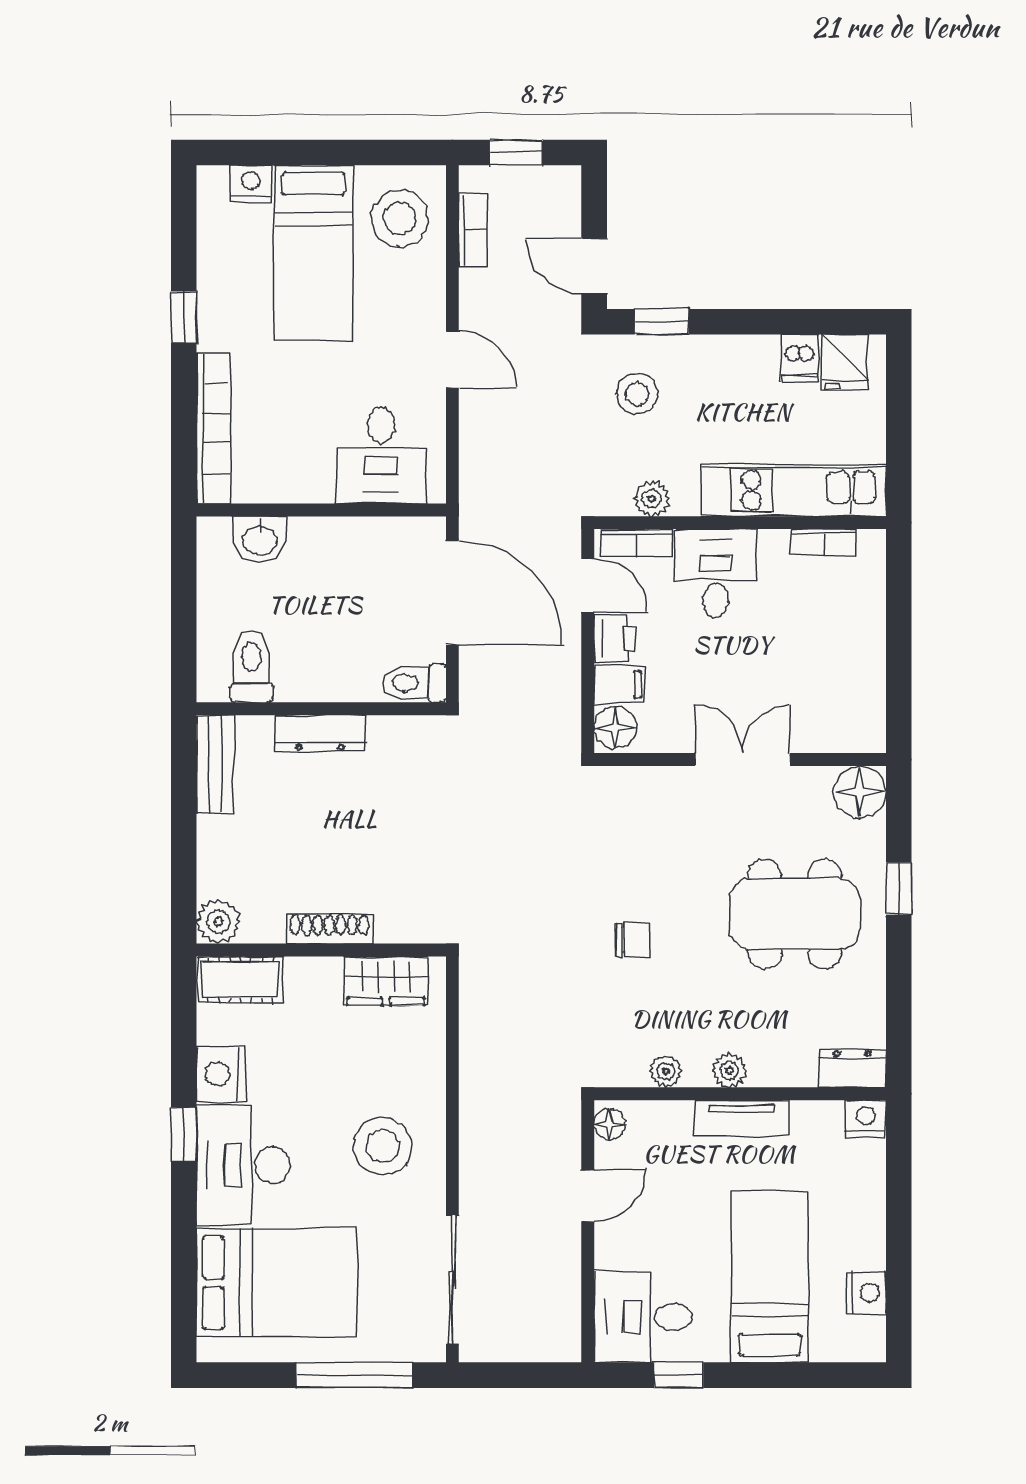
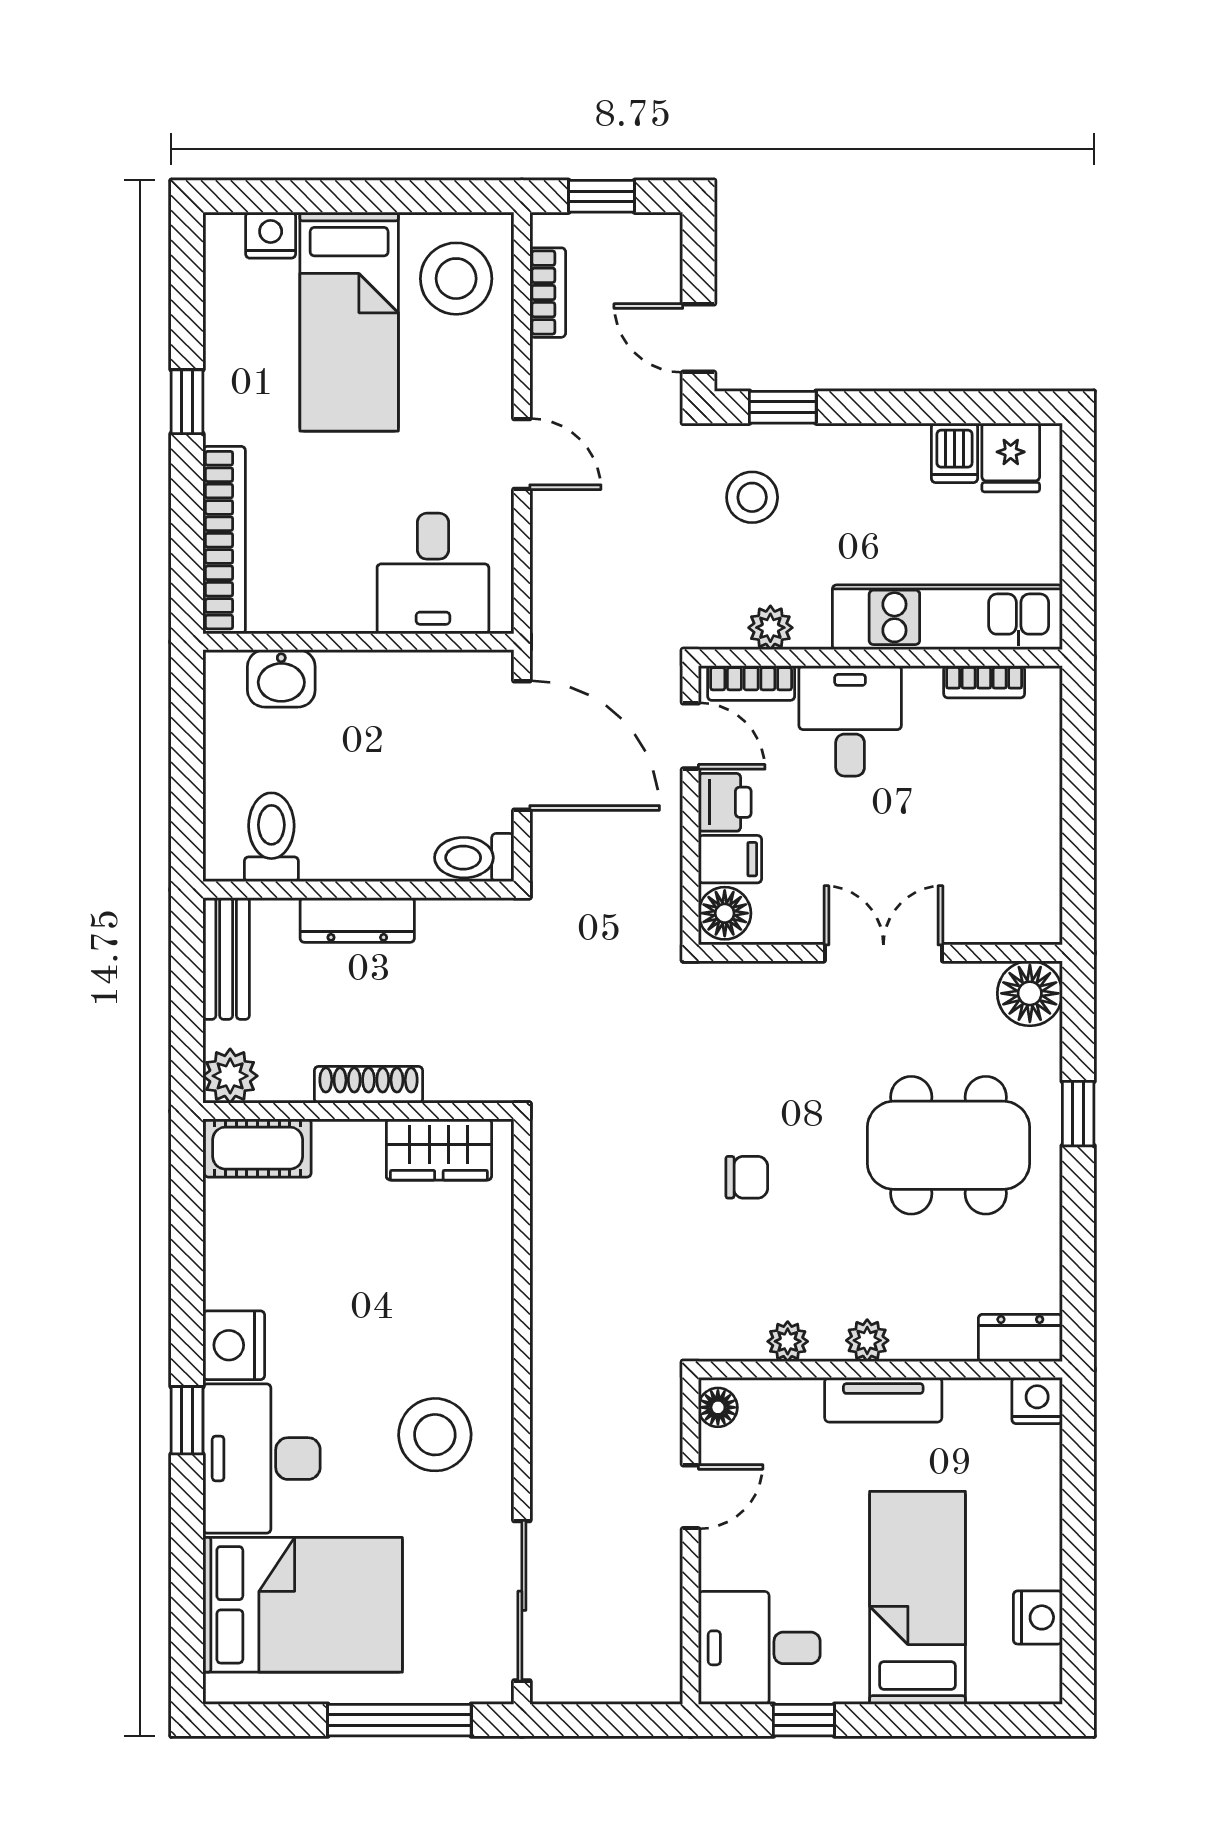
plant: (218, 922) -> (230, 1076), moved
shoe rack: (329, 929) -> (369, 1085), moved
wall: (321, 950) -> (358, 1111), moved
cot: (240, 980) -> (258, 1148), moved
wardrobe: (386, 981) -> (439, 1150), moved

